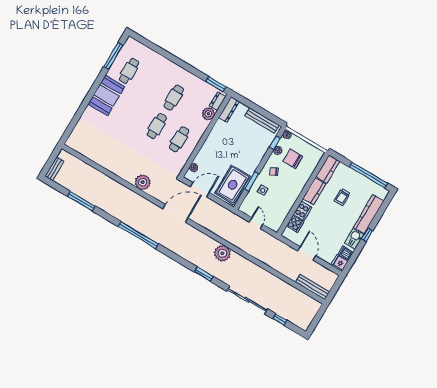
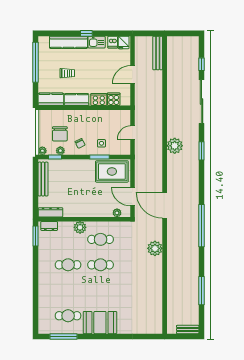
plant: (208, 114) -> (80, 227), moved

